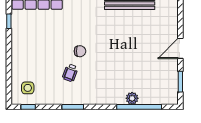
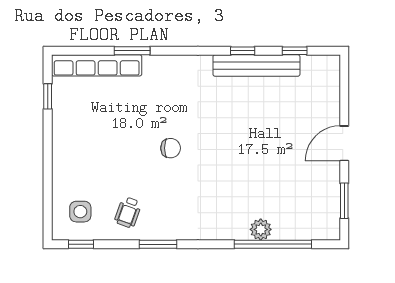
wheelchair: (70, 73) -> (128, 212), moved

